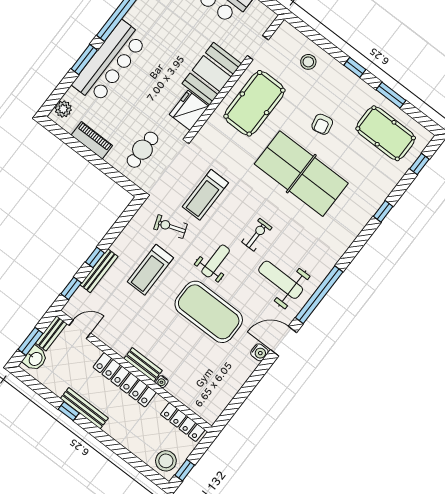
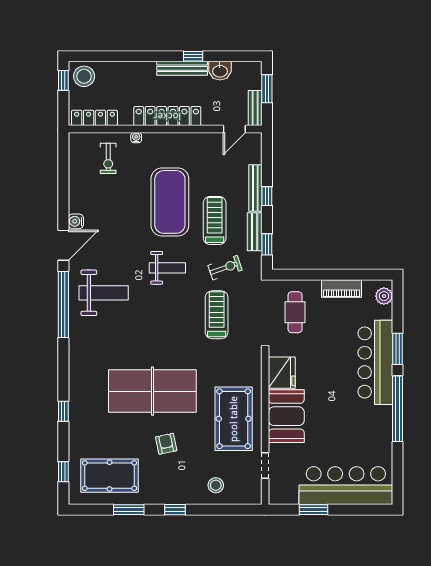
exercise bike: (257, 235) -> (108, 158), moved
weight bench: (216, 261) -> (167, 268), turned -90
window: (71, 288) -> (267, 244), moved
exercise mat: (209, 312) -> (170, 202), moved, turned 90
washbasin: (35, 359) -> (220, 71), moved, turned -90
bench: (143, 365) -> (255, 232), moved, turned 90

